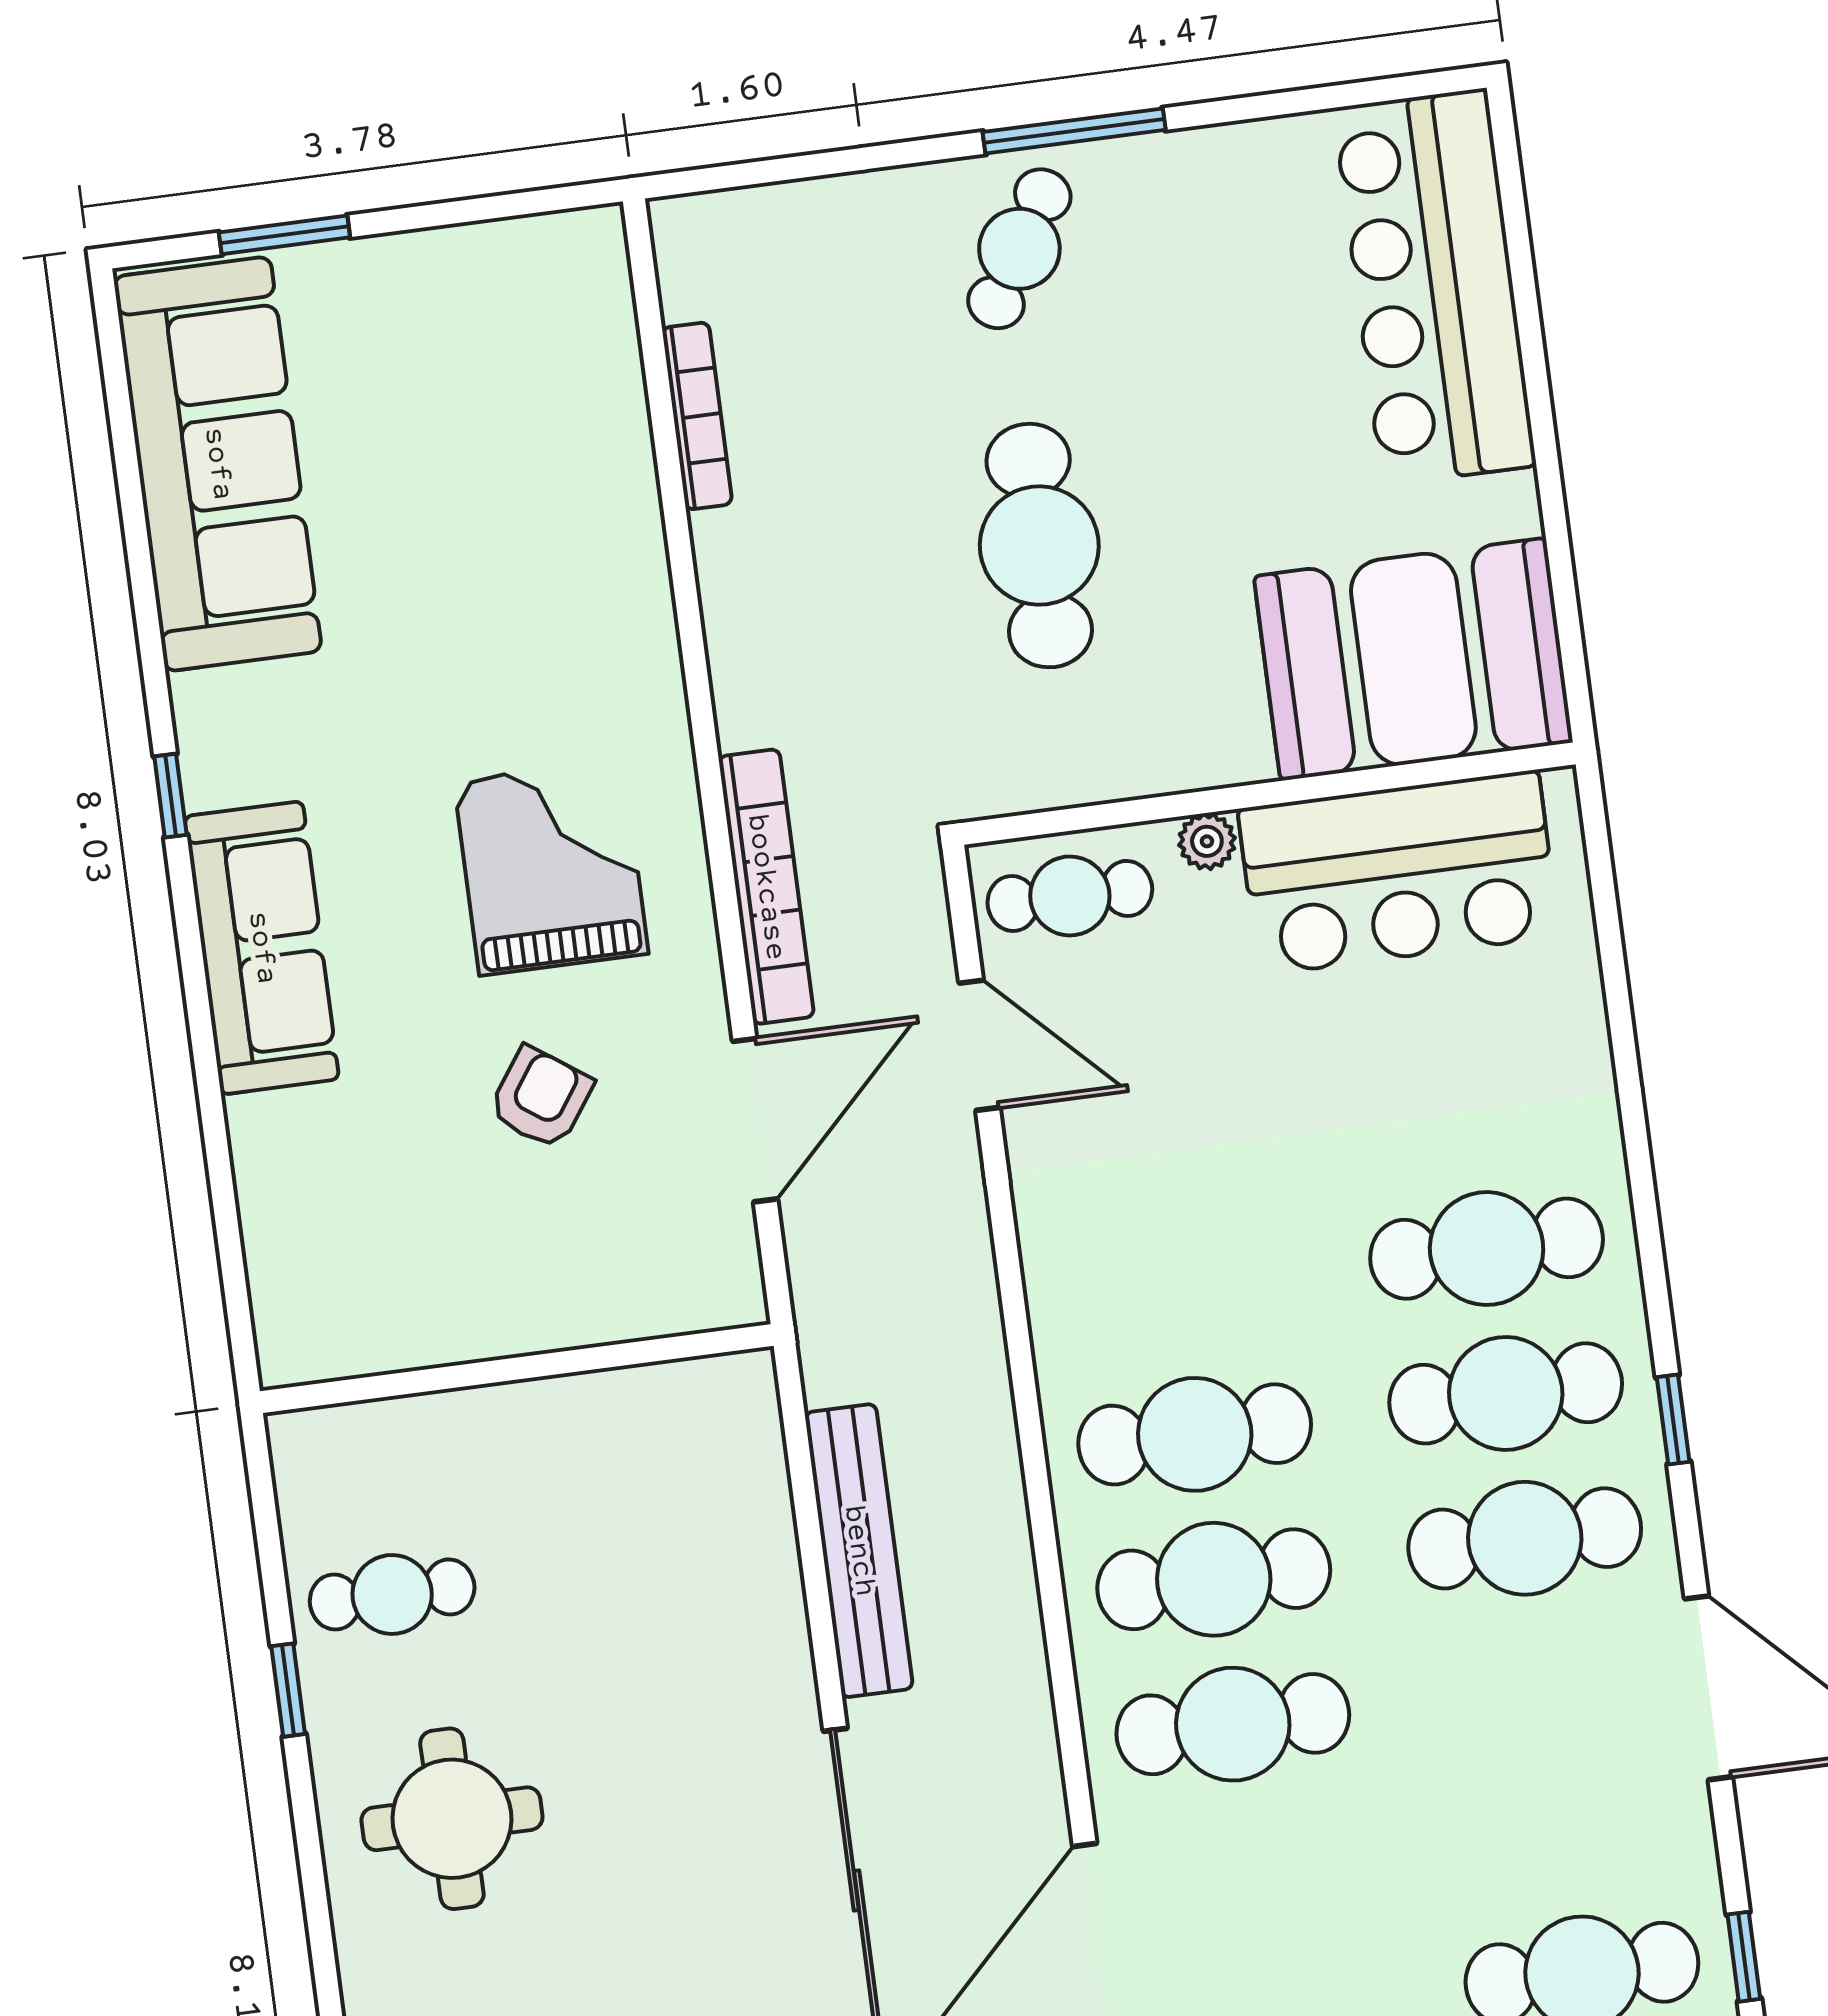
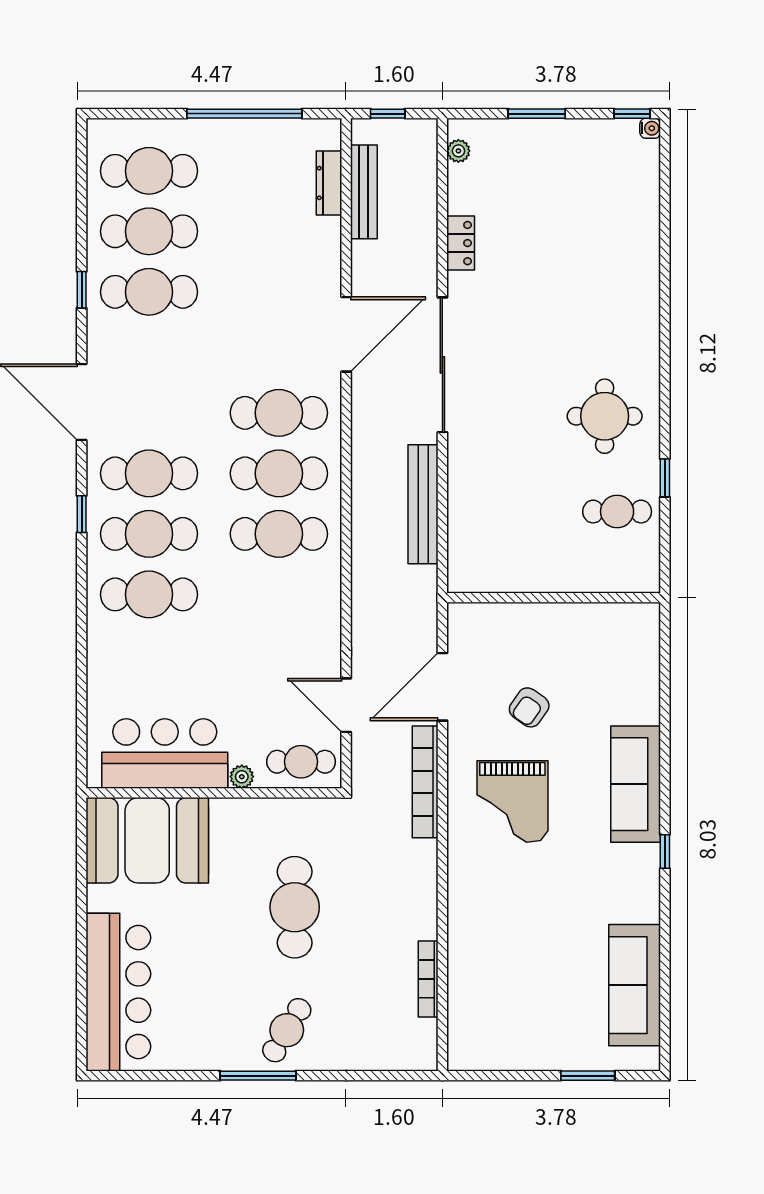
sofa: (218, 464) -> (635, 985), width x0.74, depth x0.79

